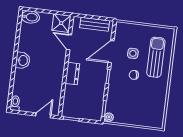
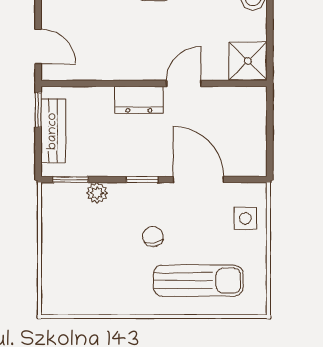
bench: (95, 24) -> (53, 131), moved
door: (69, 42) -> (184, 83), moved
side table: (133, 53) -> (245, 218), moved
plant: (109, 117) -> (97, 193), moved

